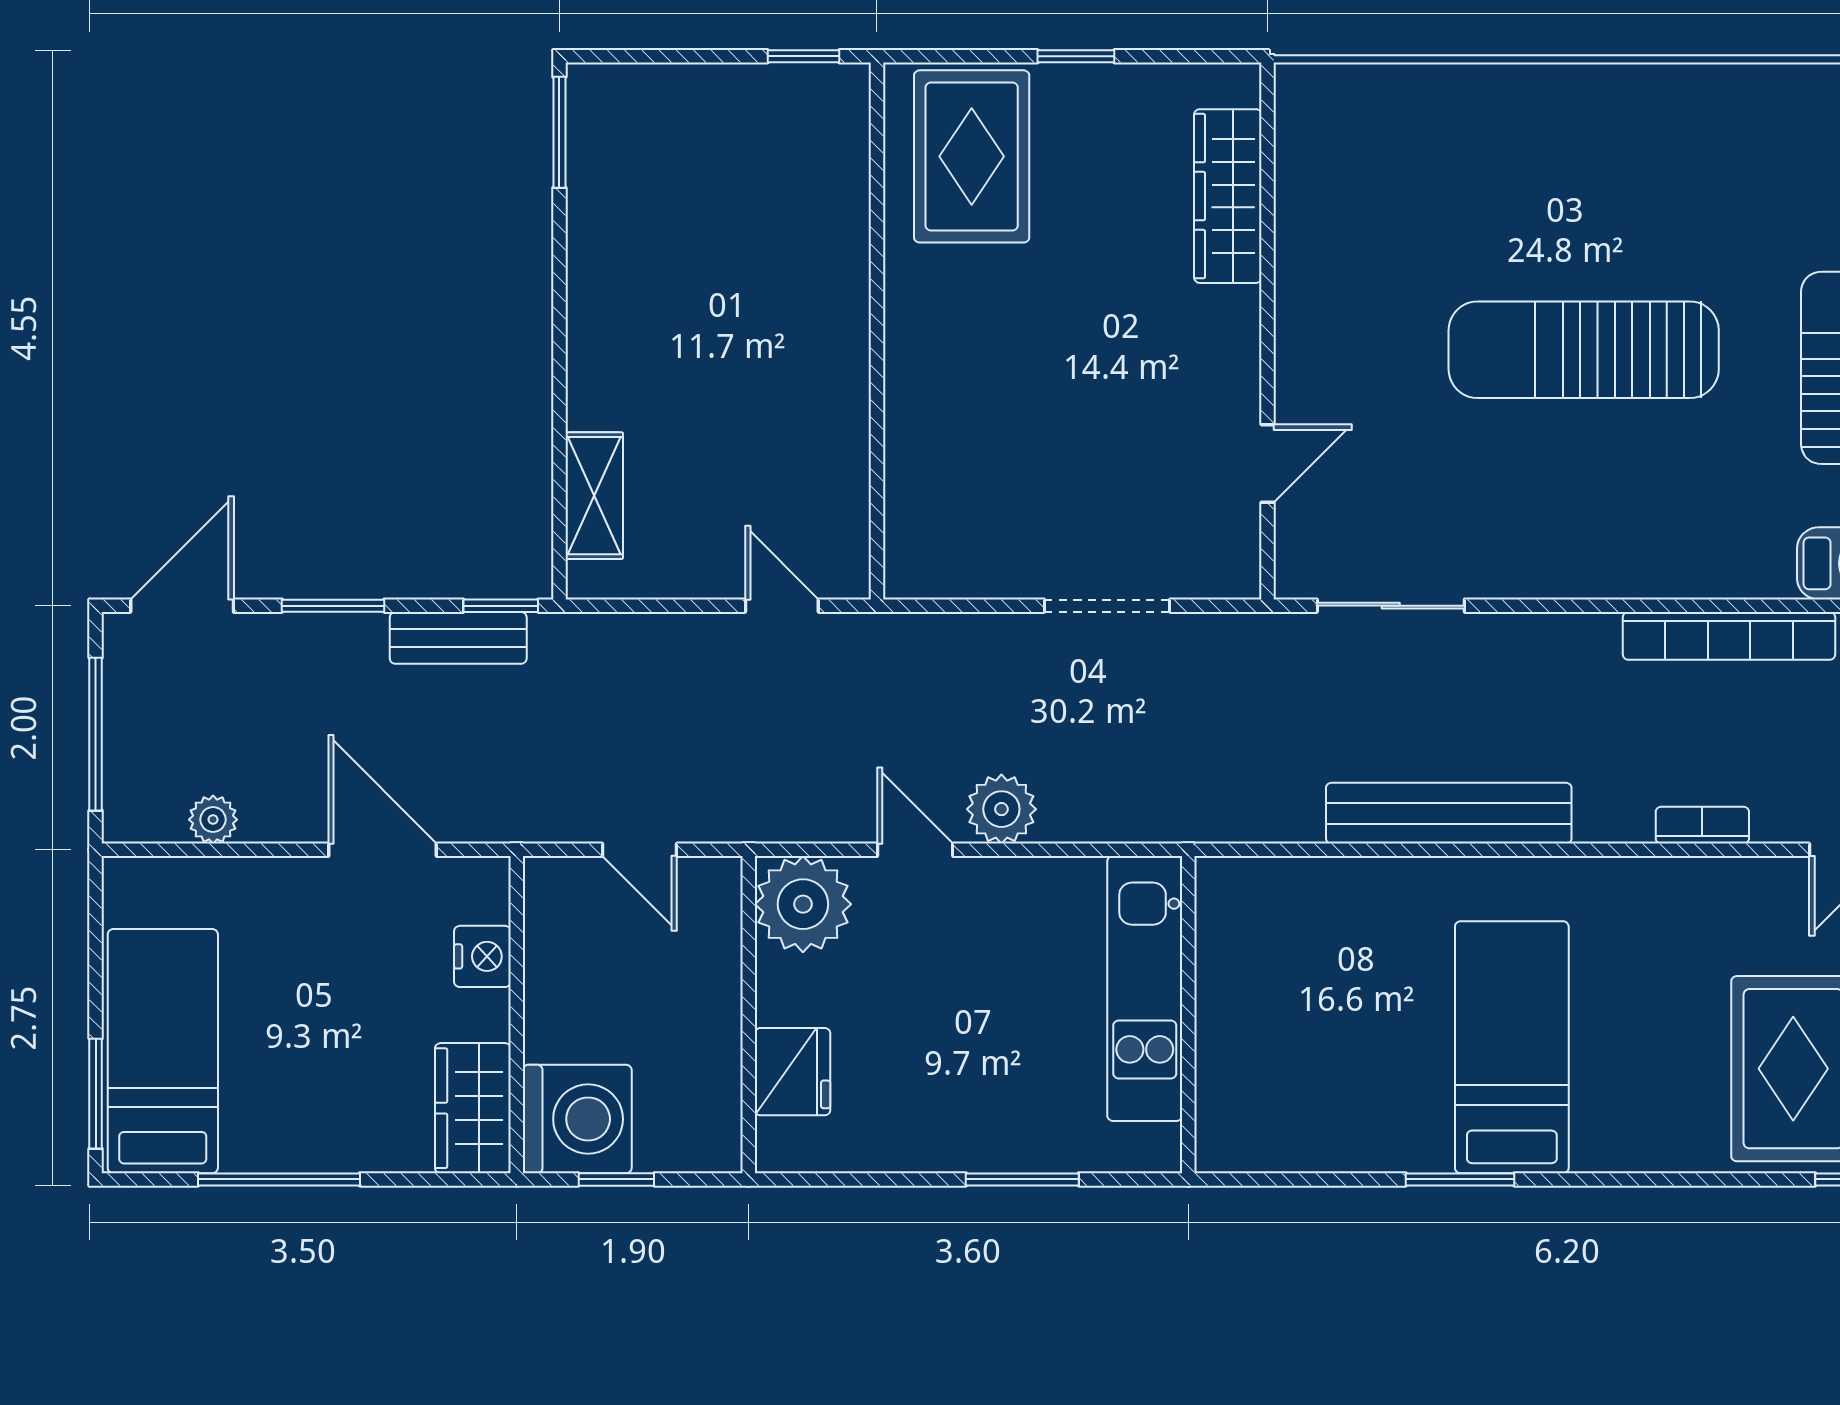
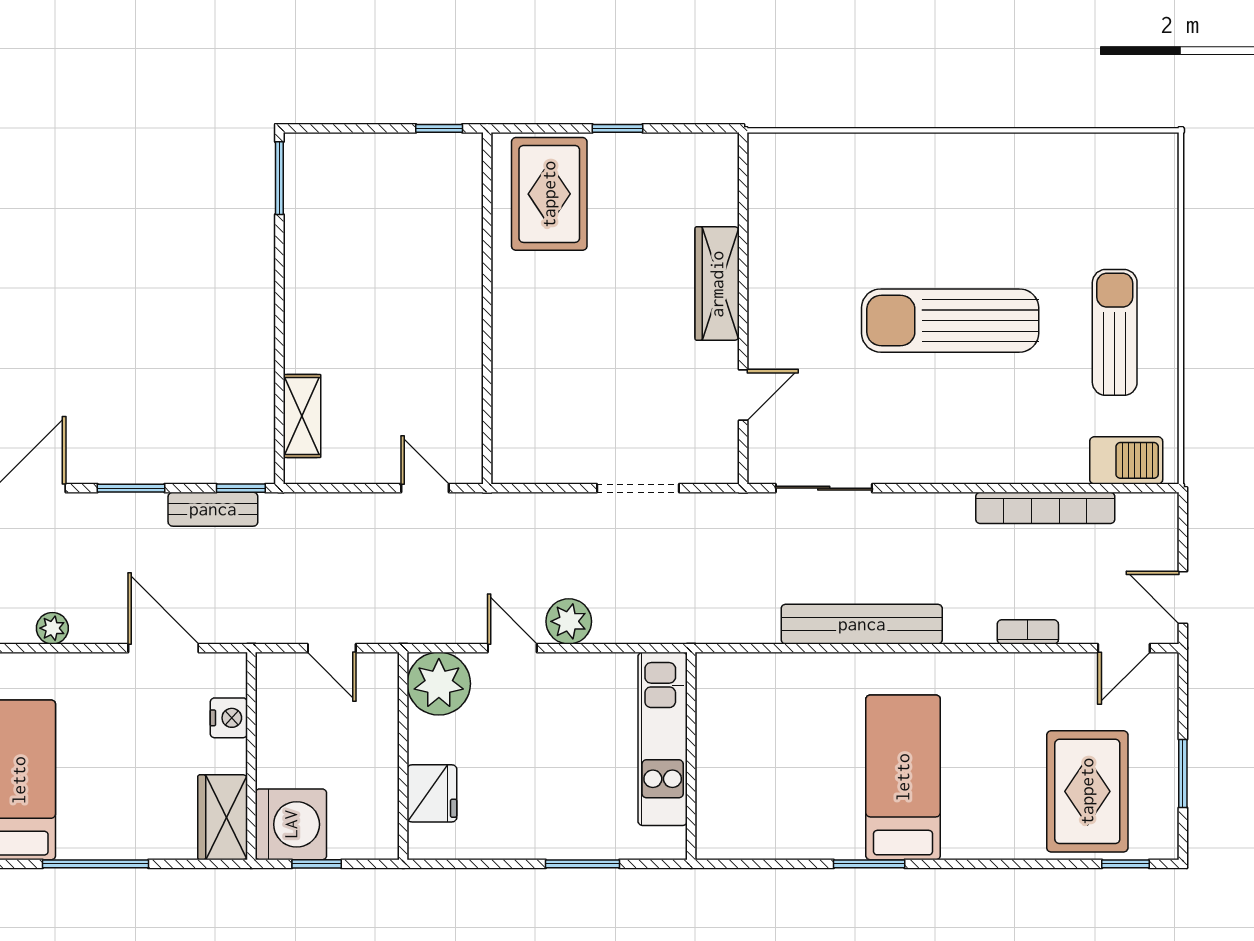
wardrobe: (1228, 196) -> (717, 284), moved

